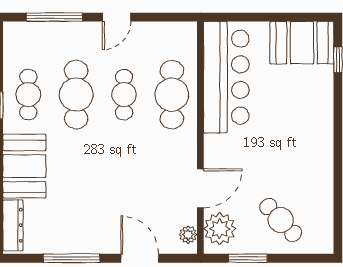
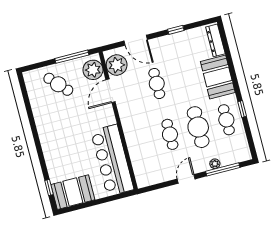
plant: (65, 30) -> (215, 164), added
cafe table: (172, 95) -> (157, 84), moved, width x0.73, depth x0.74
plant: (188, 235) -> (117, 65), width x1.88, depth x1.88
window: (72, 258) -> (176, 30), width x0.46
window: (248, 258) -> (72, 57), width x1.44

